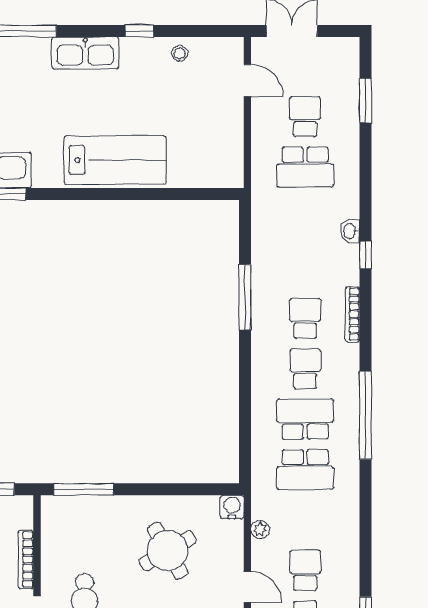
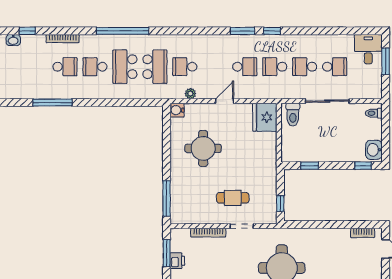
school desk: (305, 318) -> (65, 67), turned 180
round table: (168, 551) -> (203, 148), turned 30
school desk: (305, 571) -> (185, 67), moved

